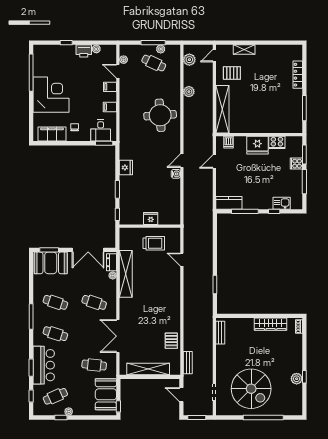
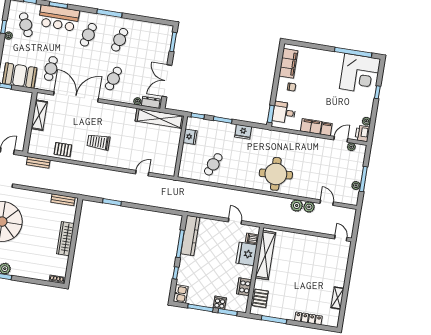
shelving: (244, 50) -> (337, 298), moved
printer: (84, 51) -> (362, 133), moved
plant: (189, 60) -> (297, 205), moved
cafe table: (154, 63) -> (213, 164), moved
pallet: (232, 73) -> (260, 298), moved
corner desk: (51, 95) -> (360, 74), moved
filing cabinet: (110, 107) -> (311, 126), width x2.00
shelving: (222, 109) -> (265, 255), moved, turned 90
round table: (160, 115) -> (276, 174), moved
fridge: (257, 145) -> (247, 254), moved
door: (182, 161) -> (327, 203), moved
water cooler: (176, 174) -> (229, 181), removed
kitchen counter: (229, 203) -> (190, 236), width x1.50
kitchen sink: (282, 203) -> (181, 294), moved
fridge: (151, 218) -> (190, 137), moved
trolley: (154, 243) -> (99, 142), moved, turned 90
booth: (51, 263) -> (160, 41), removed
shelving: (126, 274) -> (160, 118), moved
wardrobe: (271, 324) -> (65, 239), moved
double door: (118, 336) -> (76, 97), width x1.36
shelving: (148, 369) -> (39, 115), width x0.68

